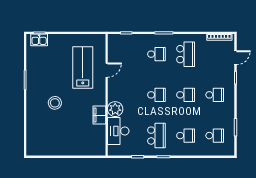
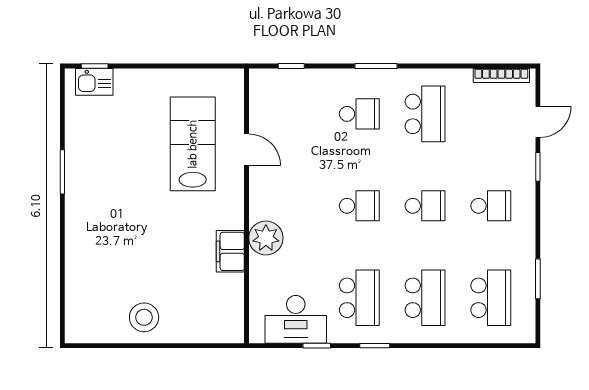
door: (107, 70) -> (247, 150), hinge flipped
stool: (55, 103) -> (144, 317), moved
desk: (118, 131) -> (296, 319), moved, turned -90
school desk: (186, 136) -> (425, 298), width x1.85
school desk: (215, 136) -> (491, 298), width x1.85

